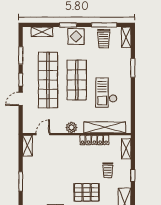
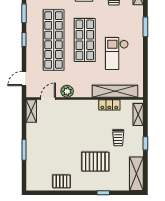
door: (21, 99) -> (24, 79), moved
plant: (71, 127) -> (67, 91), moved
locker: (94, 140) -> (109, 105), width x0.66

